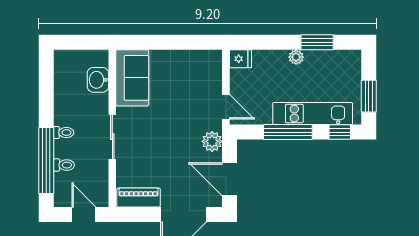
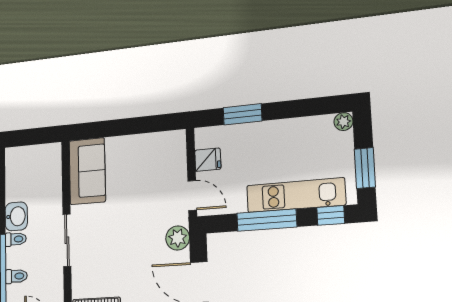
window: (317, 42) -> (243, 114), moved
plant: (296, 57) -> (343, 122), moved
fridge: (240, 59) -> (208, 160), moved
washbasin: (98, 80) -> (16, 216), moved, turned 180

